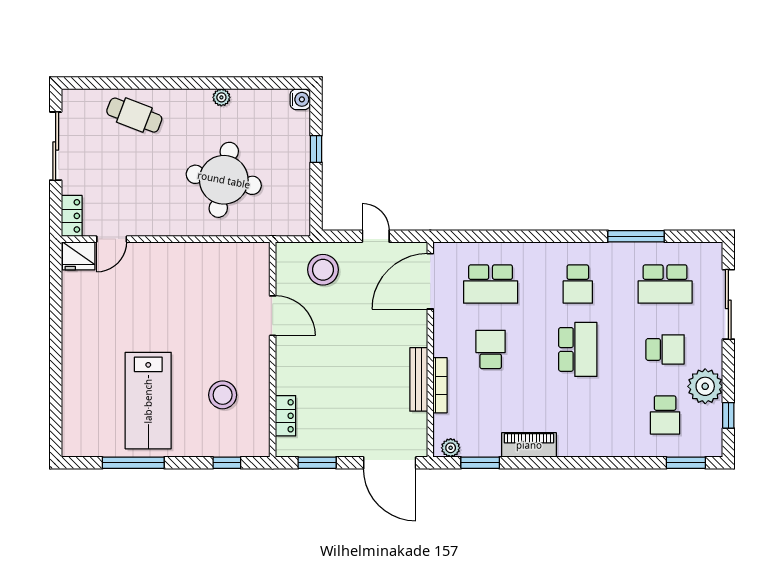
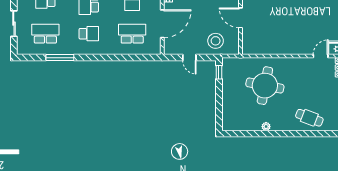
water cooler: (300, 99) -> (227, 126), removed
window: (316, 149) -> (219, 72), moved
door: (430, 281) -> (162, 24), moved
school desk: (578, 284) -> (89, 34), turned 90
sliding door: (728, 304) -> (14, 24), width x0.73

